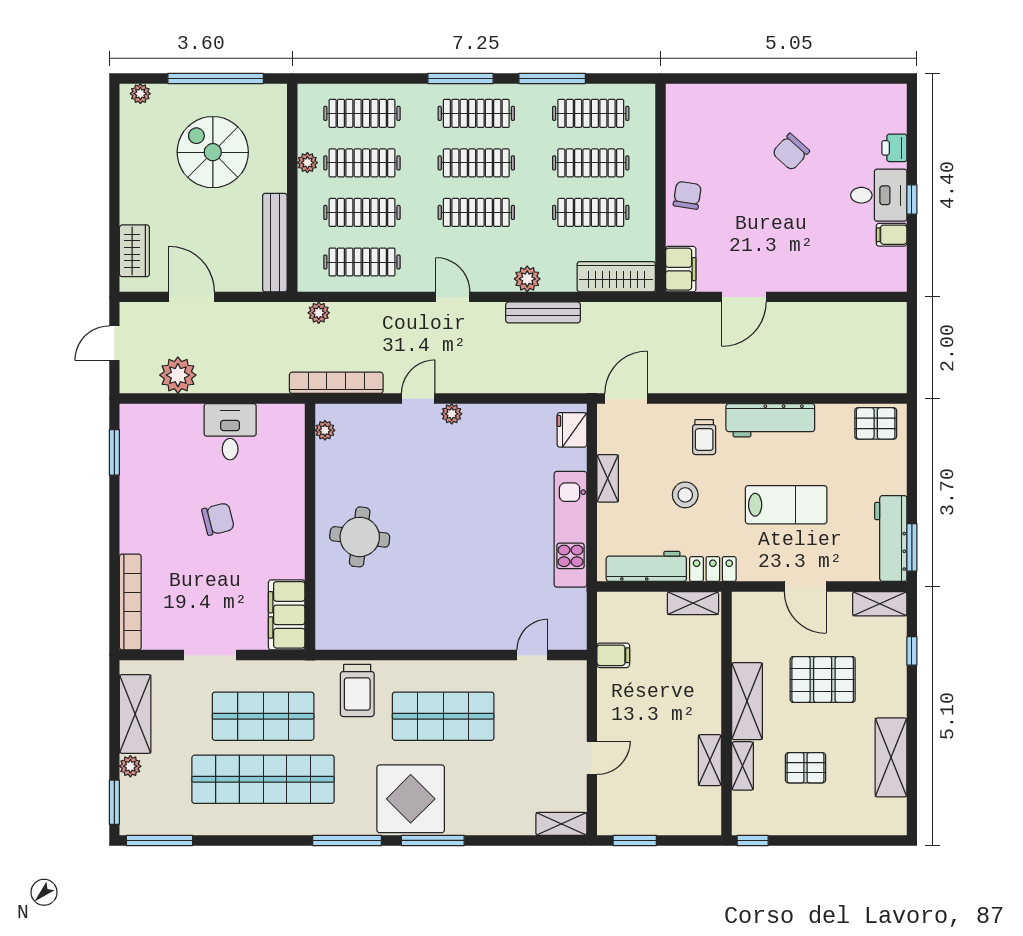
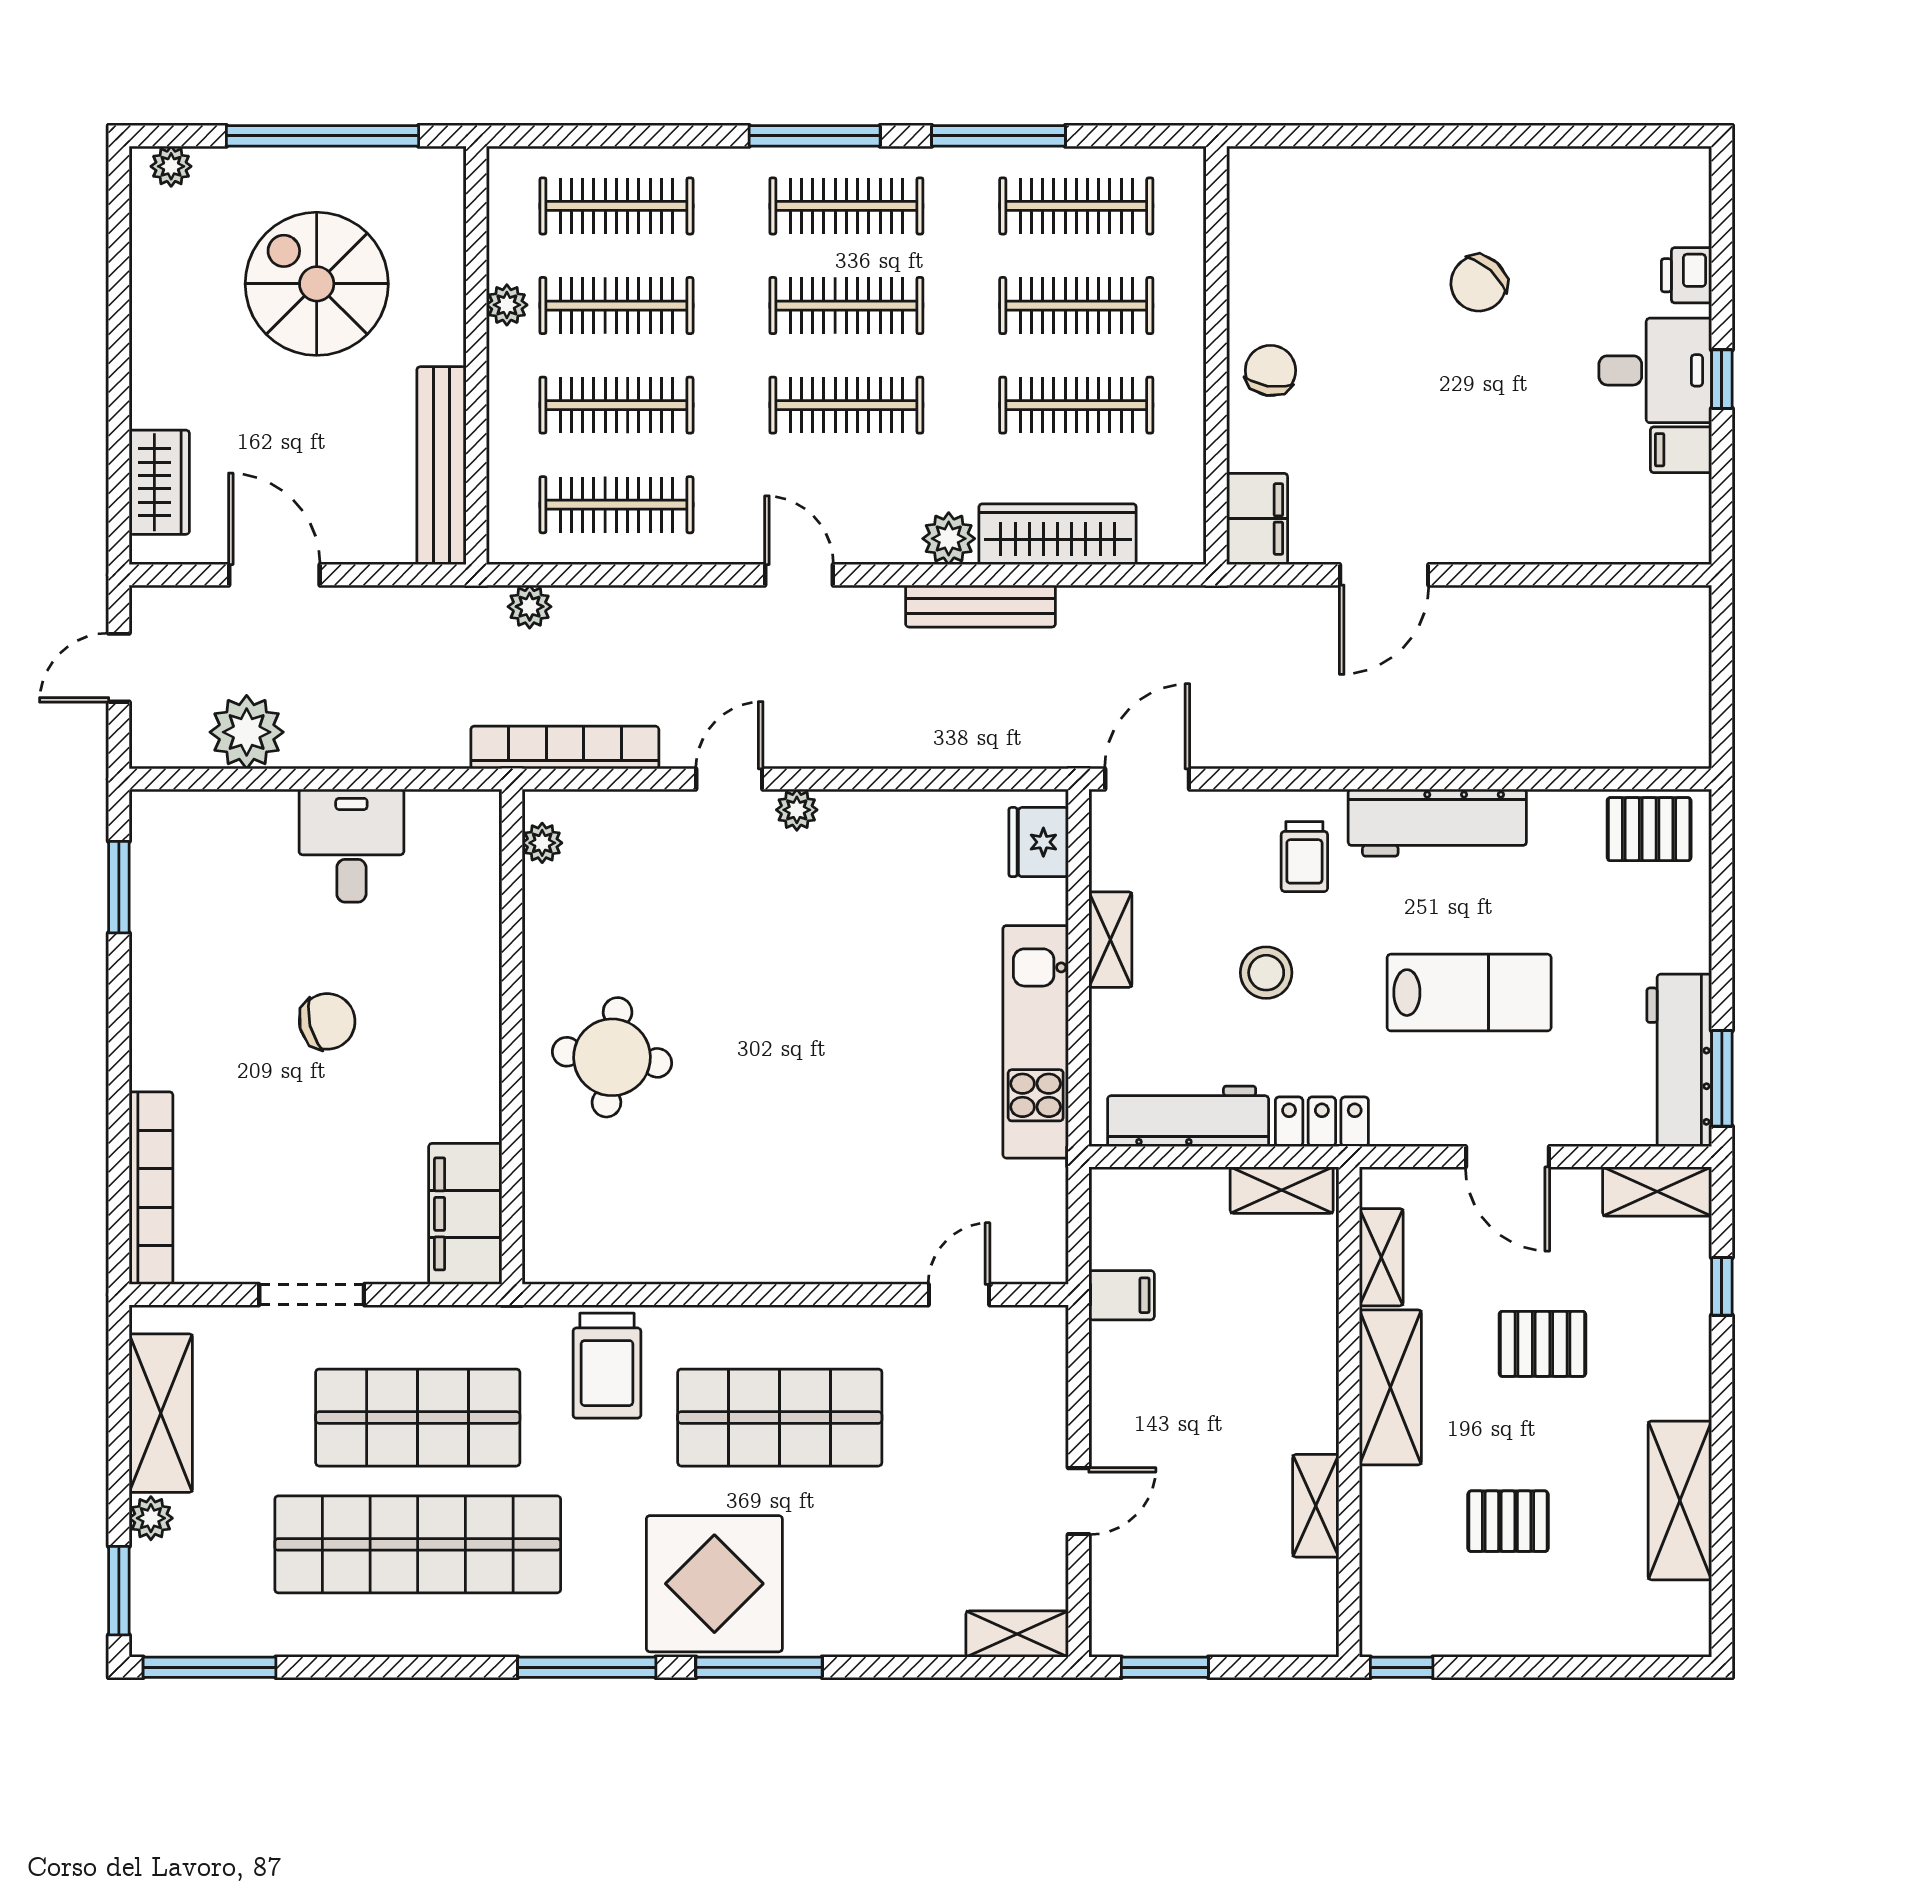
wardrobe: (616, 277) -> (1058, 534), moved
pallet: (823, 680) -> (1542, 1344), width x0.67, depth x0.71
shelving: (742, 766) -> (1381, 1257), moved

